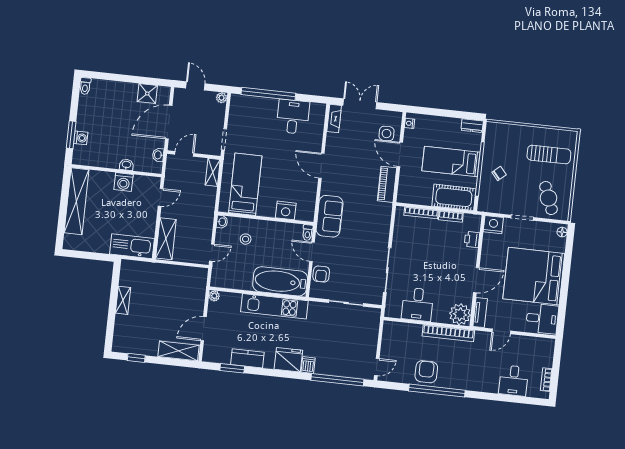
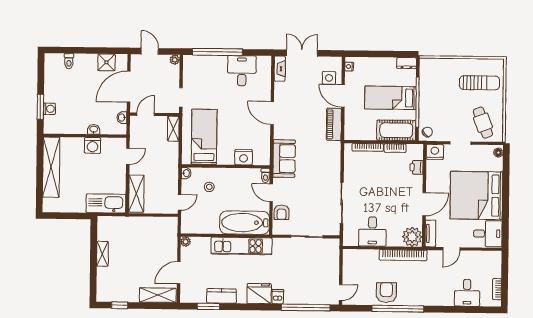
toilet: (85, 86) -> (69, 61), moved
chair: (499, 173) -> (427, 132), moved

